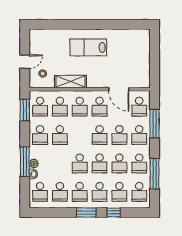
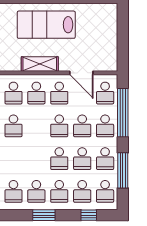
lab bench: (88, 47) -> (46, 25), width x1.36, depth x1.39
shelving: (70, 82) -> (40, 64), moved
window: (154, 124) -> (123, 113), width x1.46
school desk: (80, 163) -> (36, 159), removed
window: (114, 212) -> (89, 215), moved

